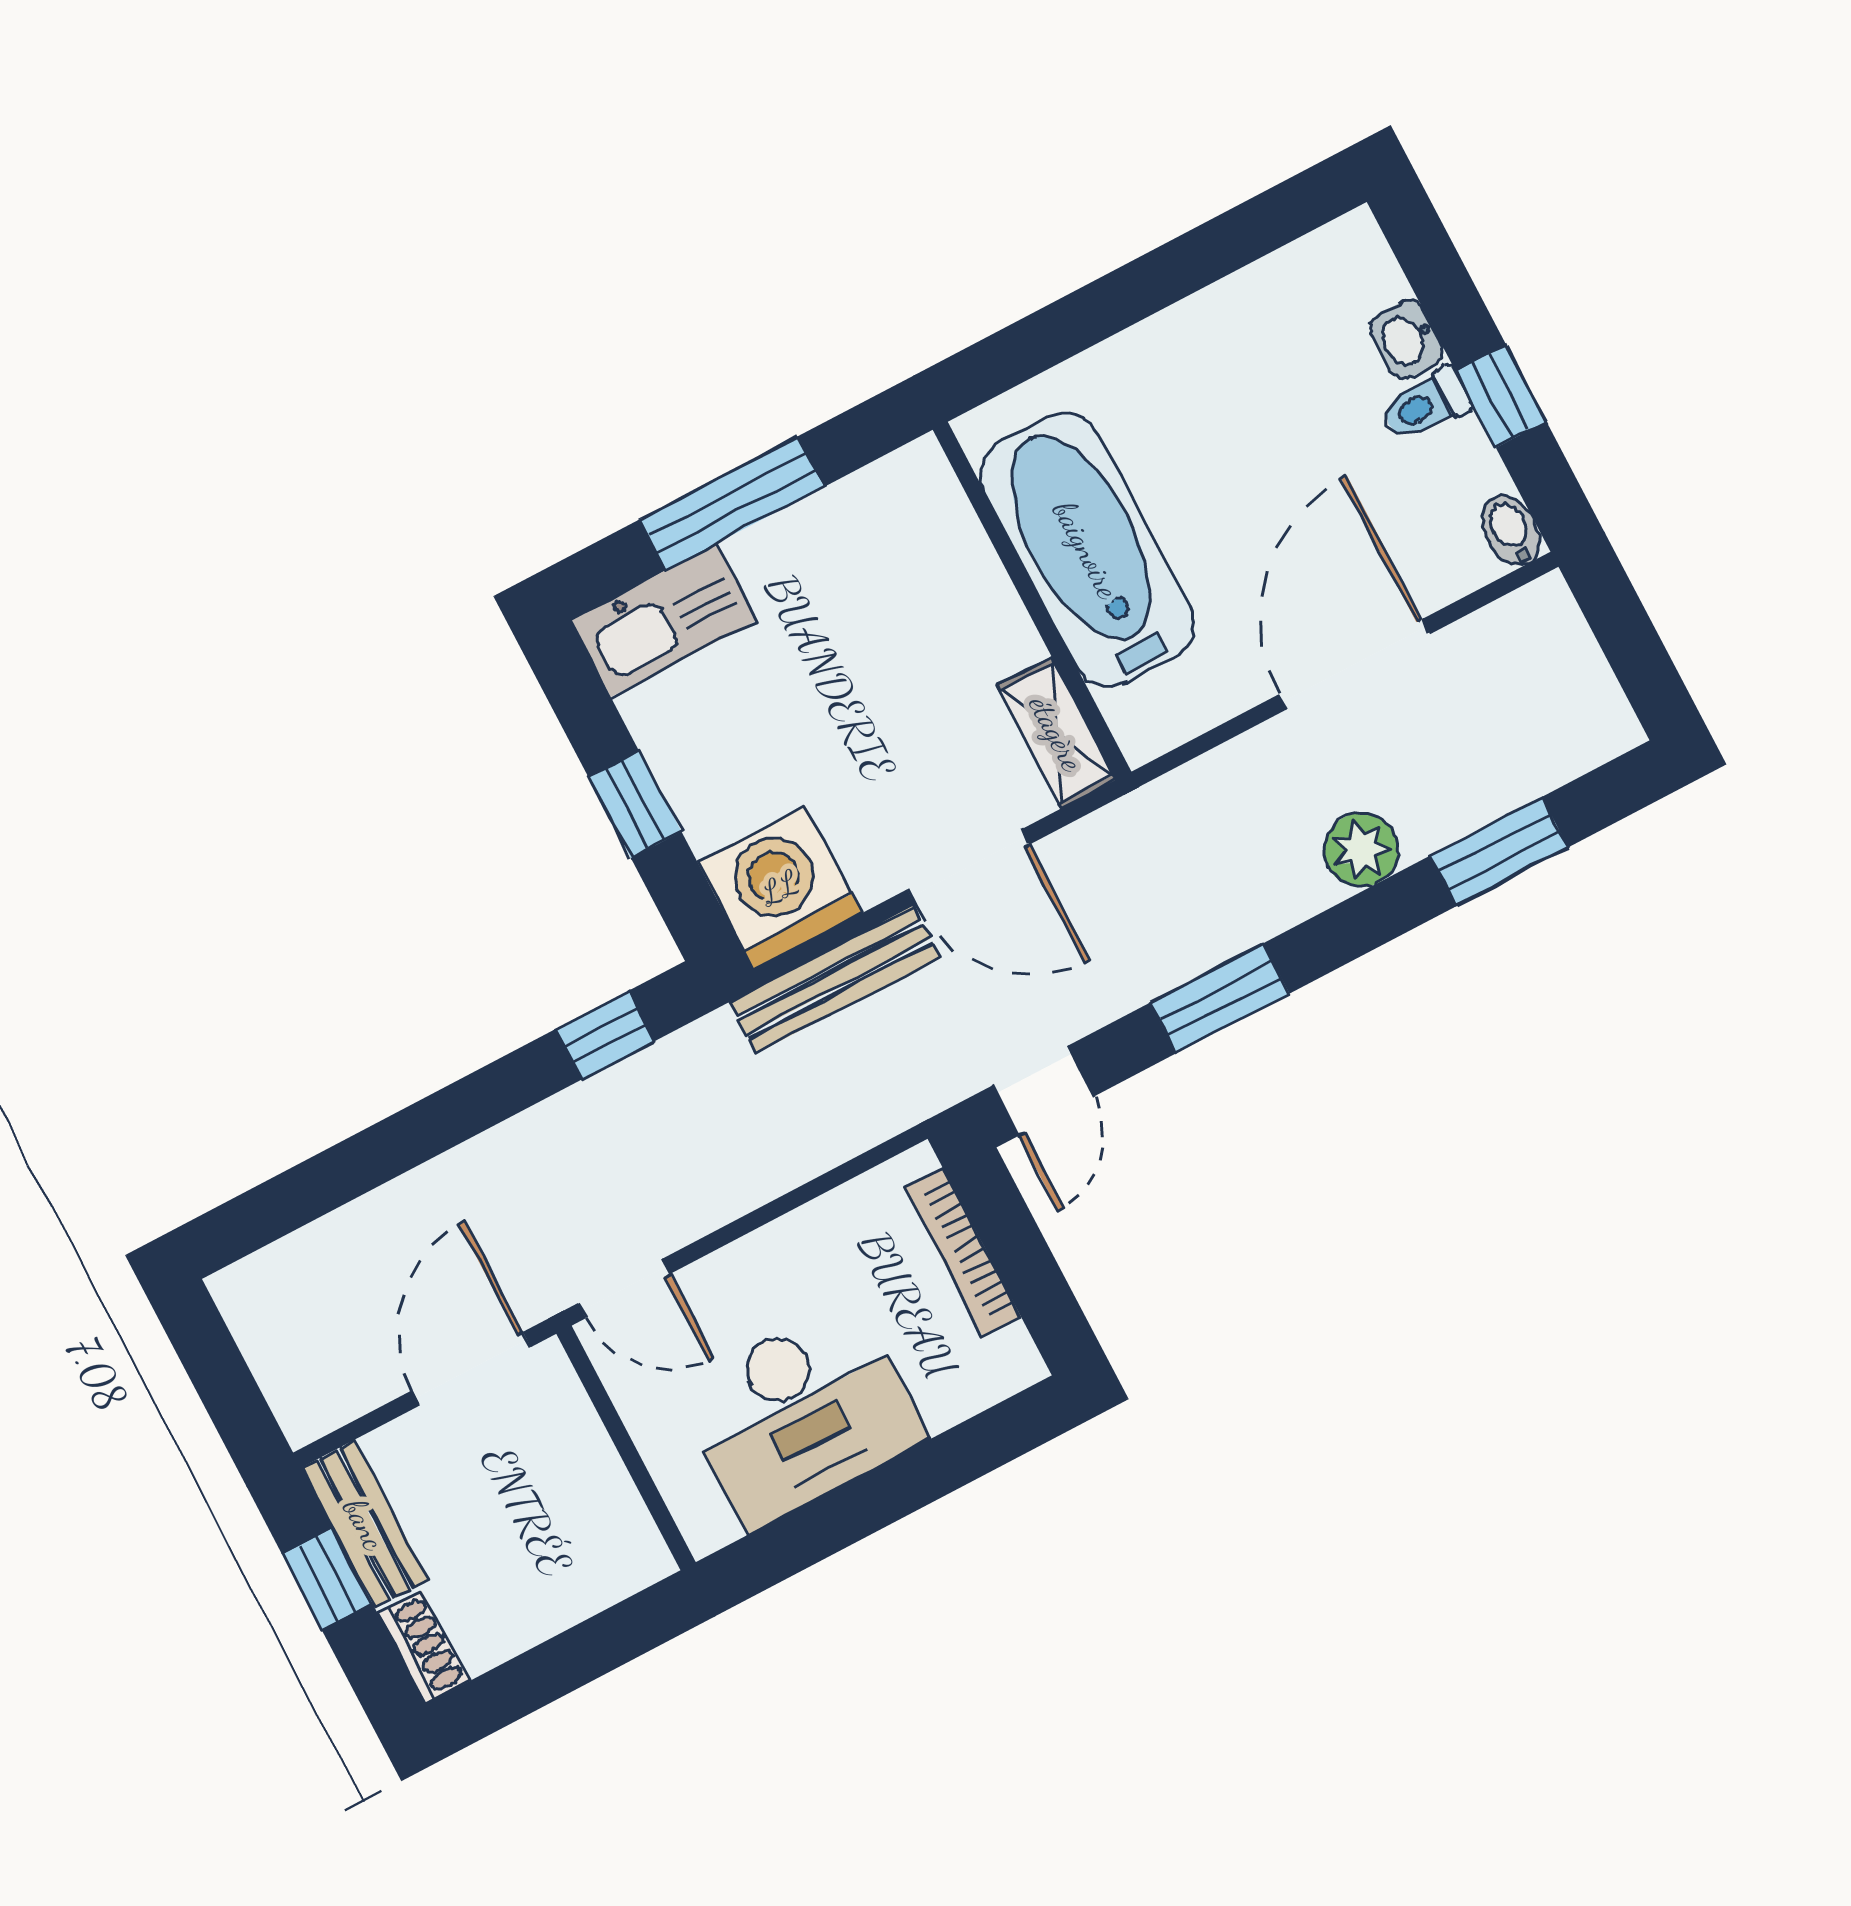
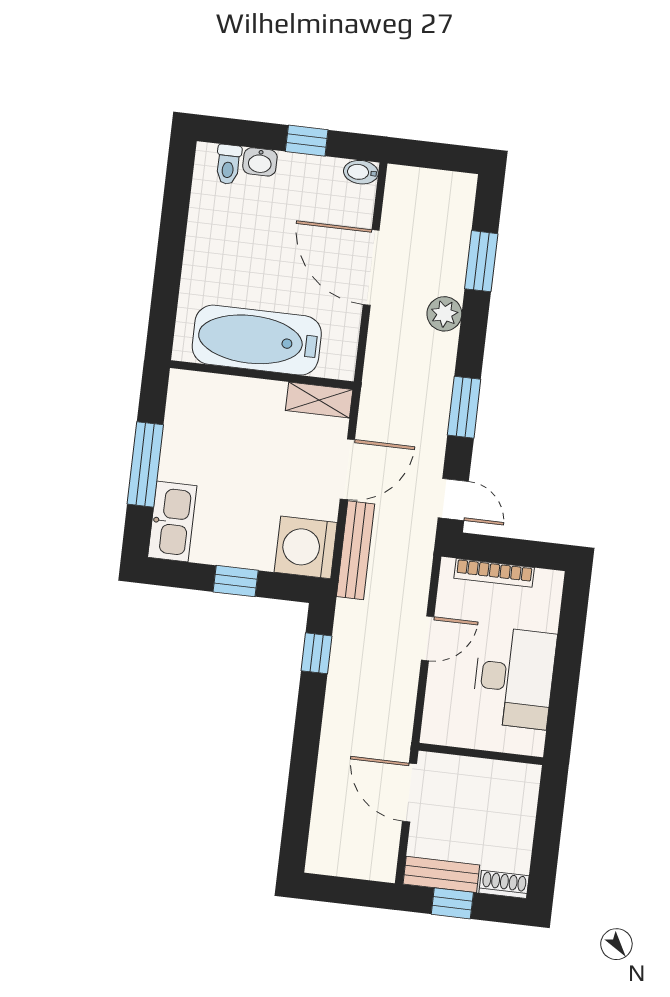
toilet: (1426, 405) -> (228, 164), moved
door: (624, 1289) -> (428, 638), moved

